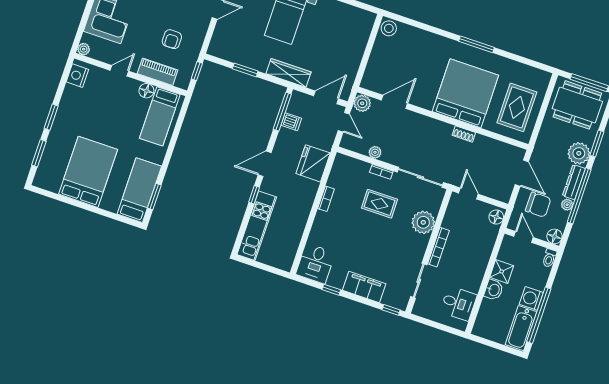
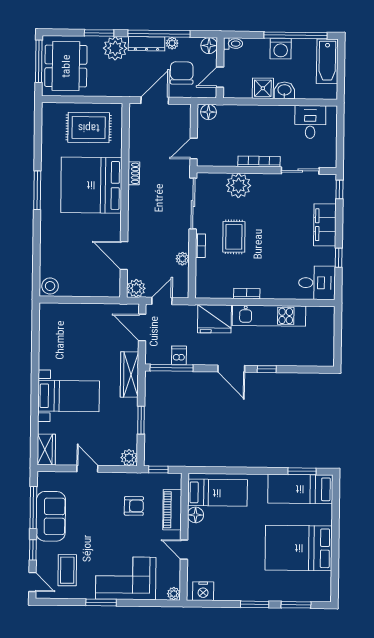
plant: (216, 49) -> (129, 458), added
kitchen unit: (257, 226) -> (269, 316), moved, turned 180
bathtub: (521, 328) -> (327, 61), moved, turned 90

